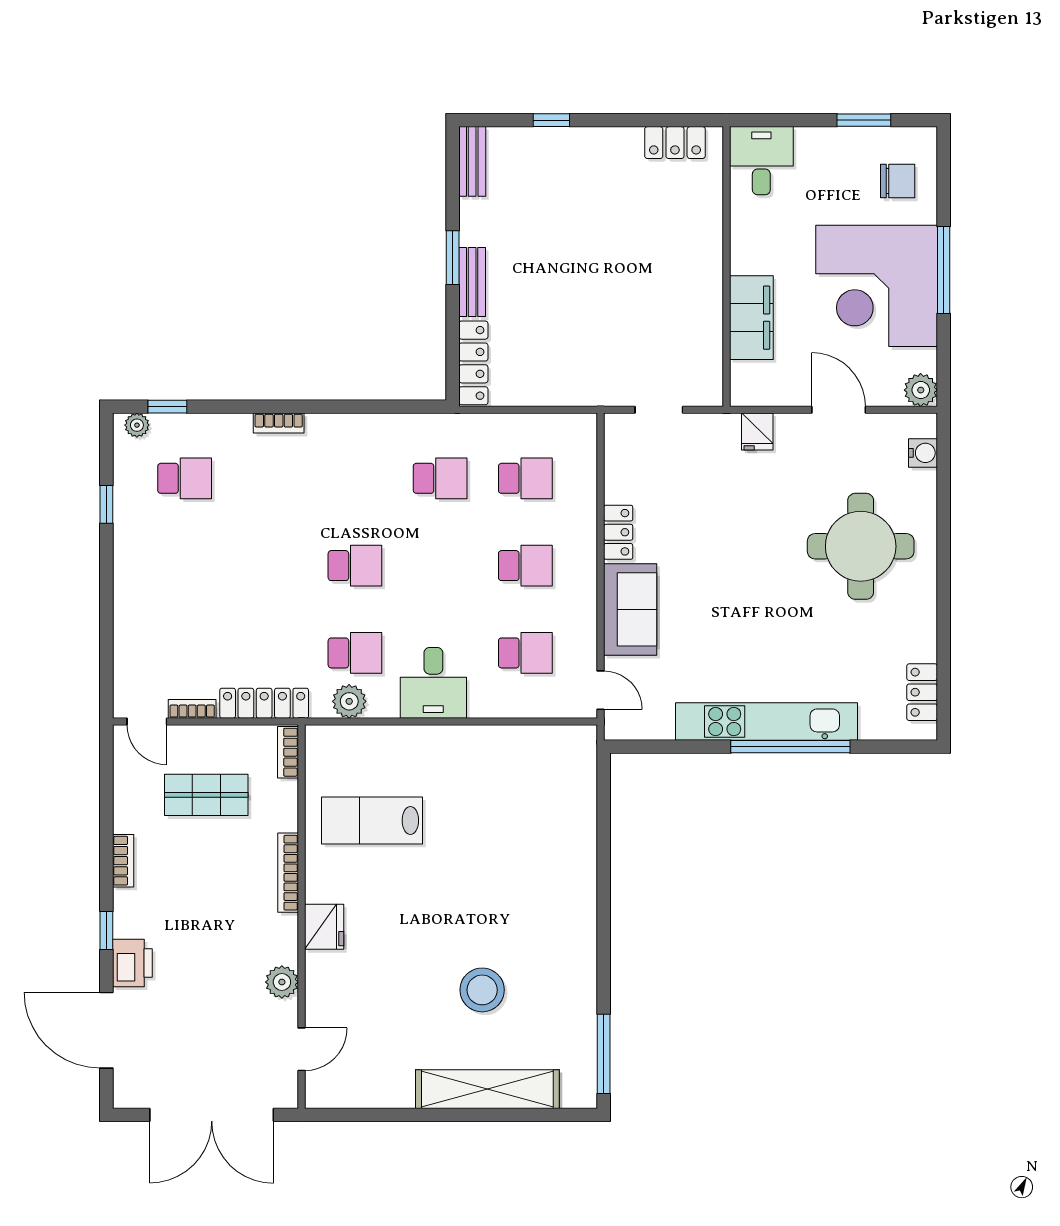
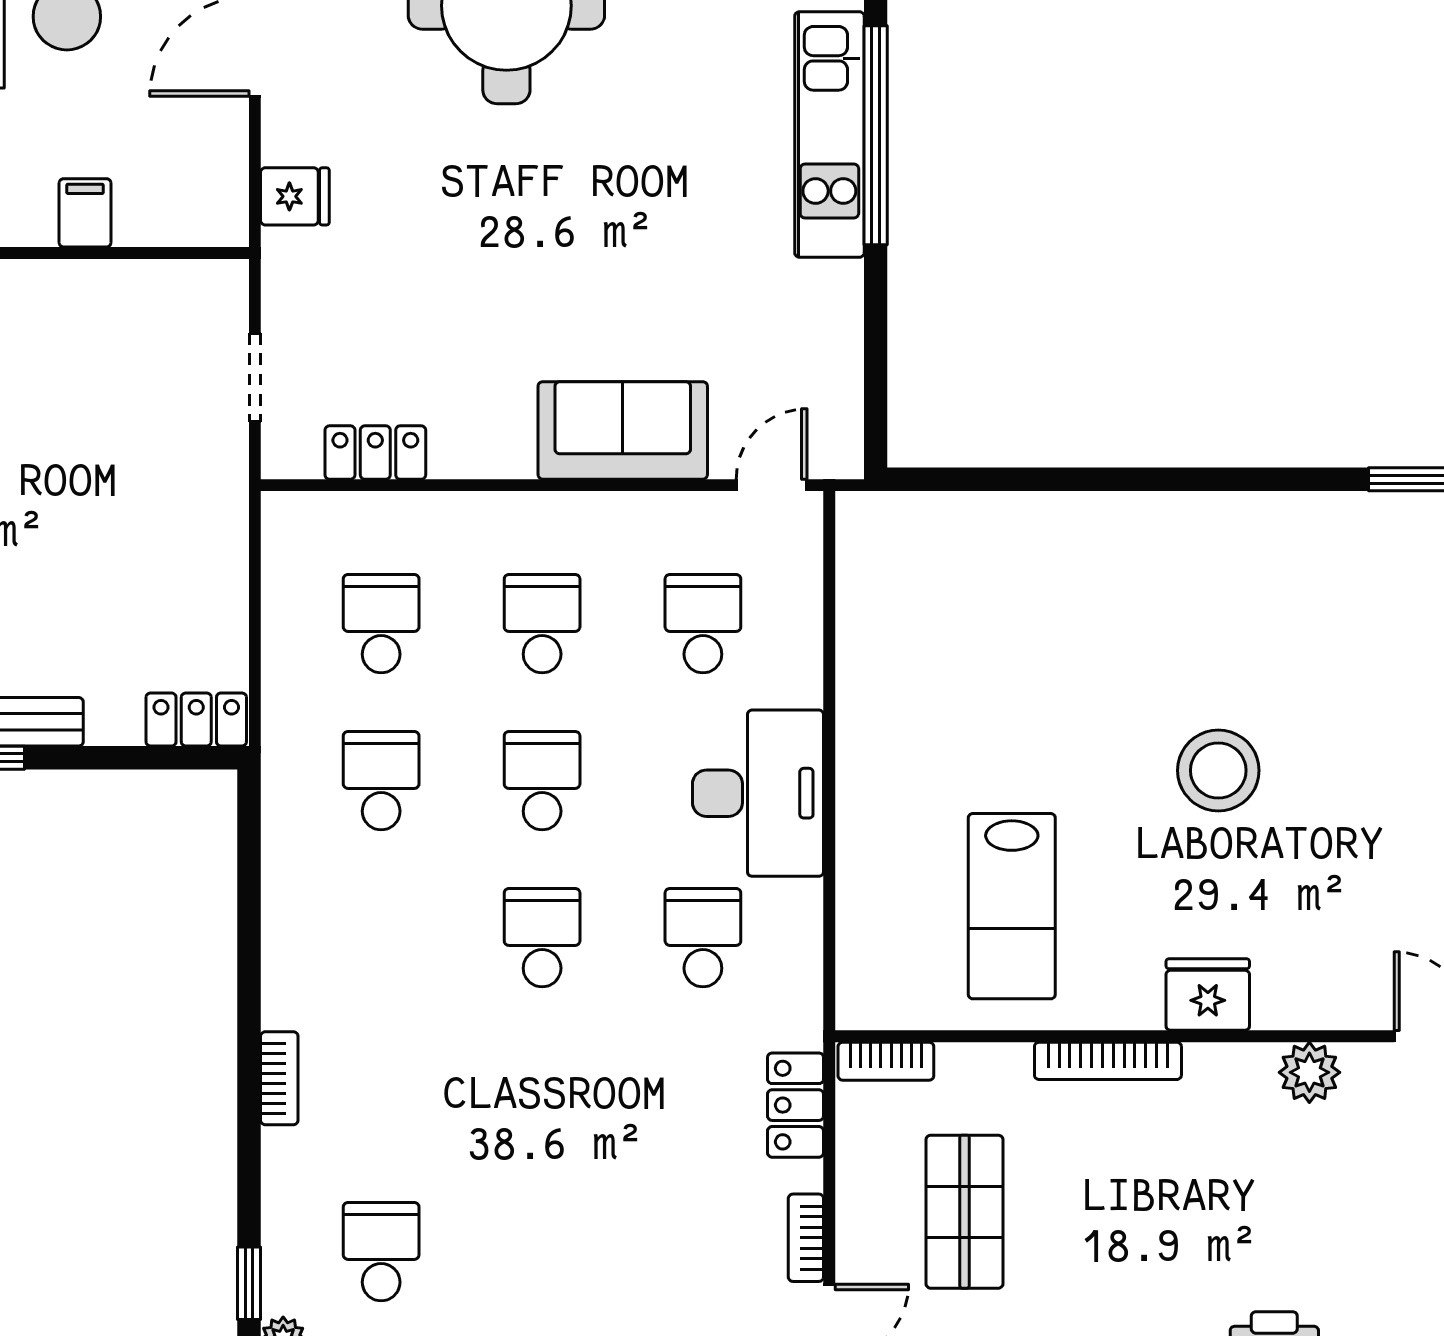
filing cabinet: (751, 318) -> (85, 213), width x0.33, depth x0.86
locker: (473, 363) -> (196, 719), width x0.66
locker: (618, 532) -> (375, 453), moved
school desk: (440, 566) -> (542, 781), added
desk: (433, 683) -> (758, 793), width x1.37
plant: (349, 701) -> (792, 948), removed
locker: (264, 703) -> (796, 1105), width x0.66
kitchen unit: (767, 722) -> (829, 134), width x0.73
stool: (482, 990) -> (1218, 770), moved

